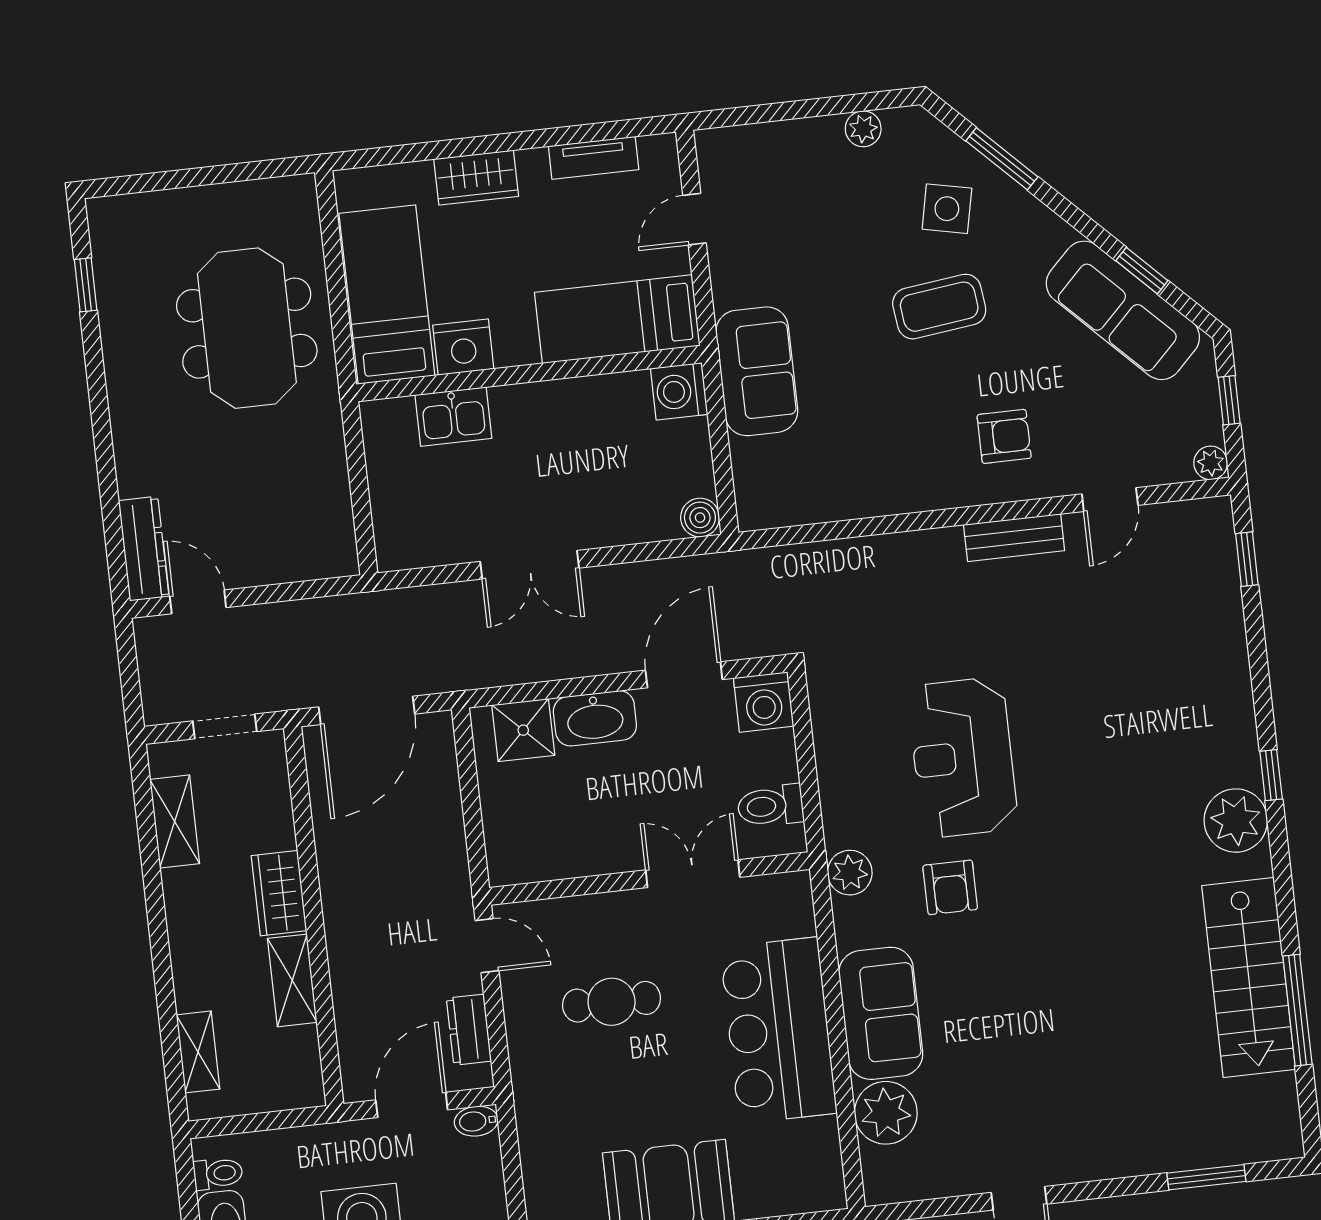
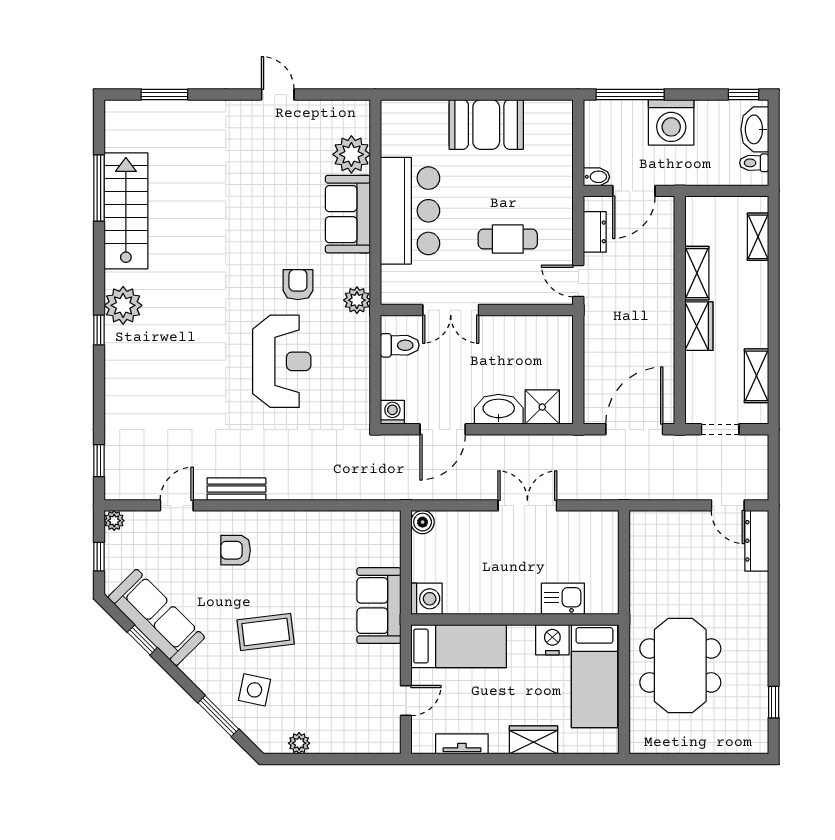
washing machine: (764, 702) -> (392, 412), width x0.73, depth x0.73

